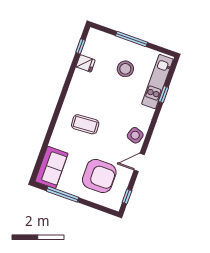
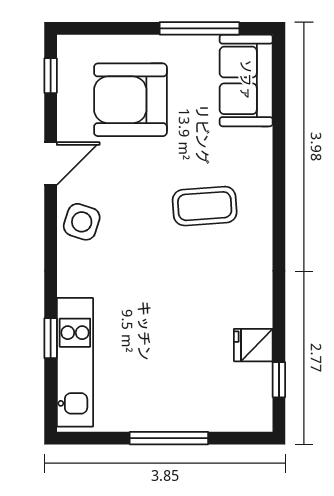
stool: (125, 69) -> (158, 365), removed

